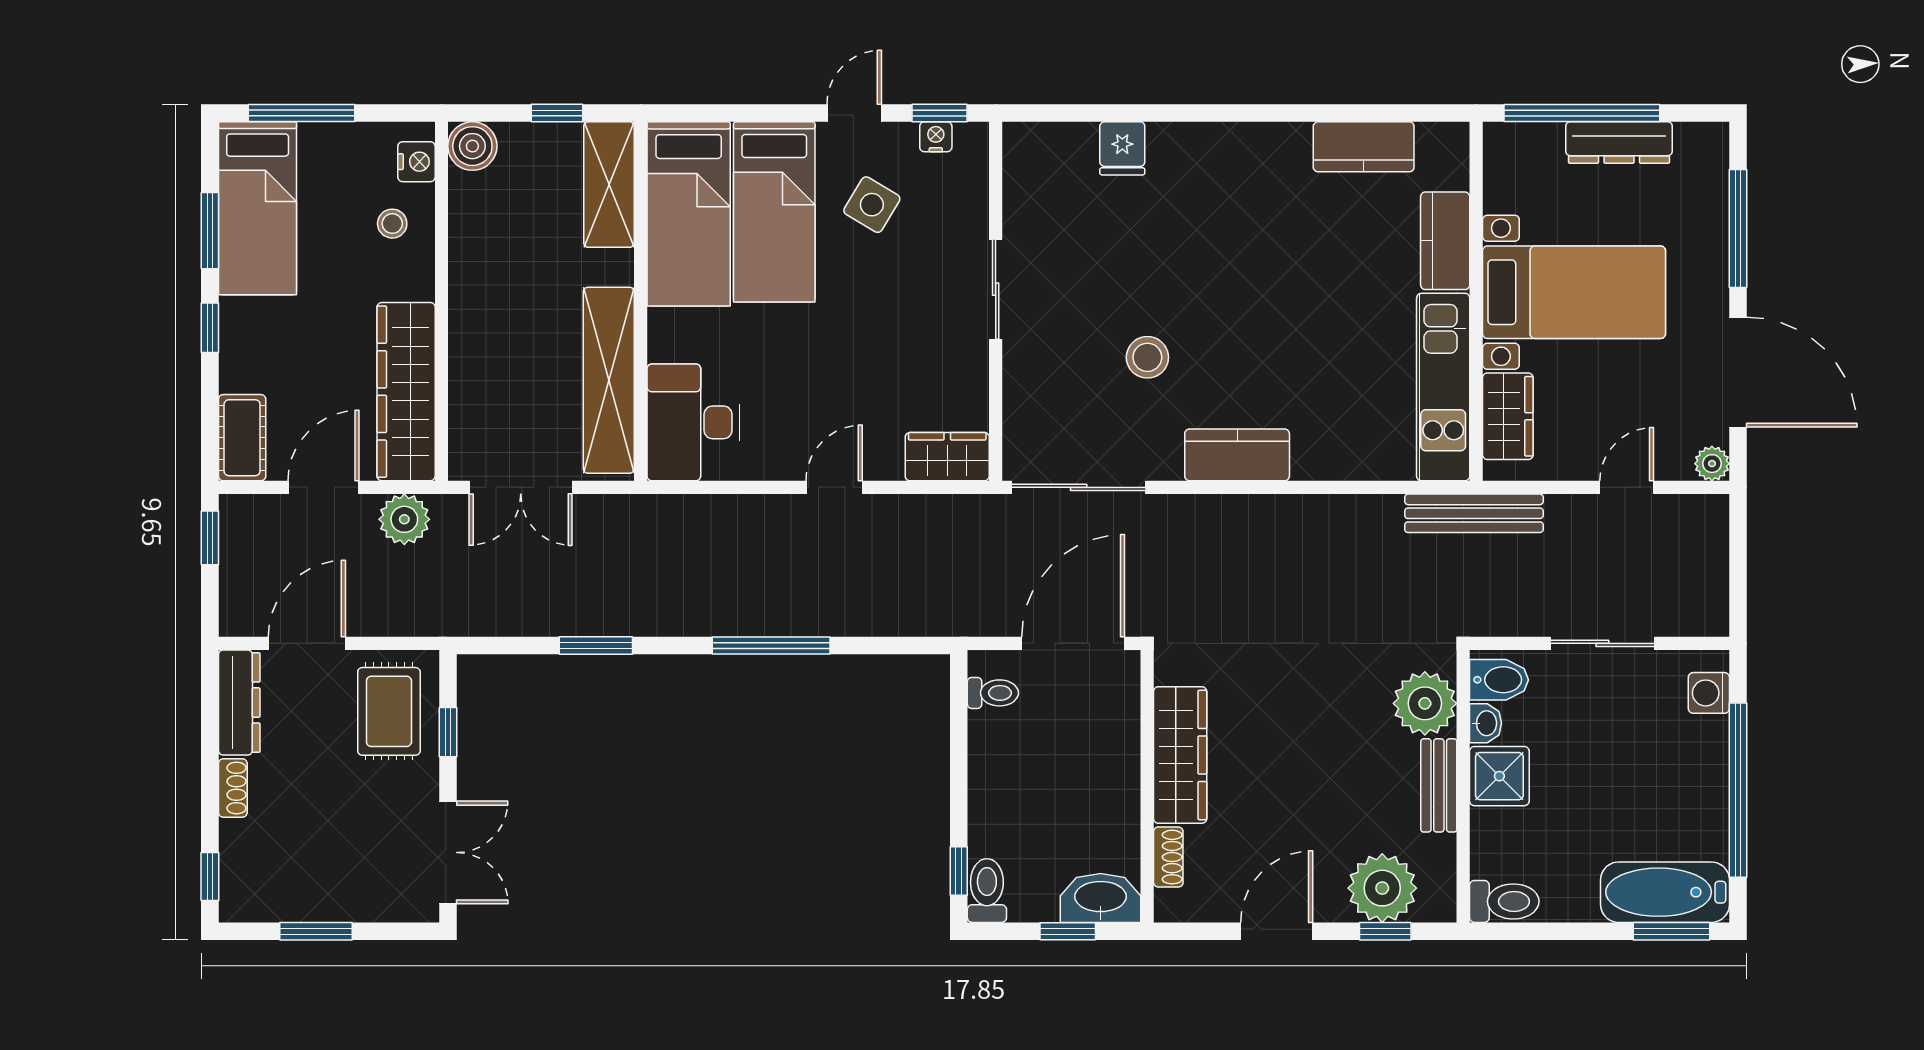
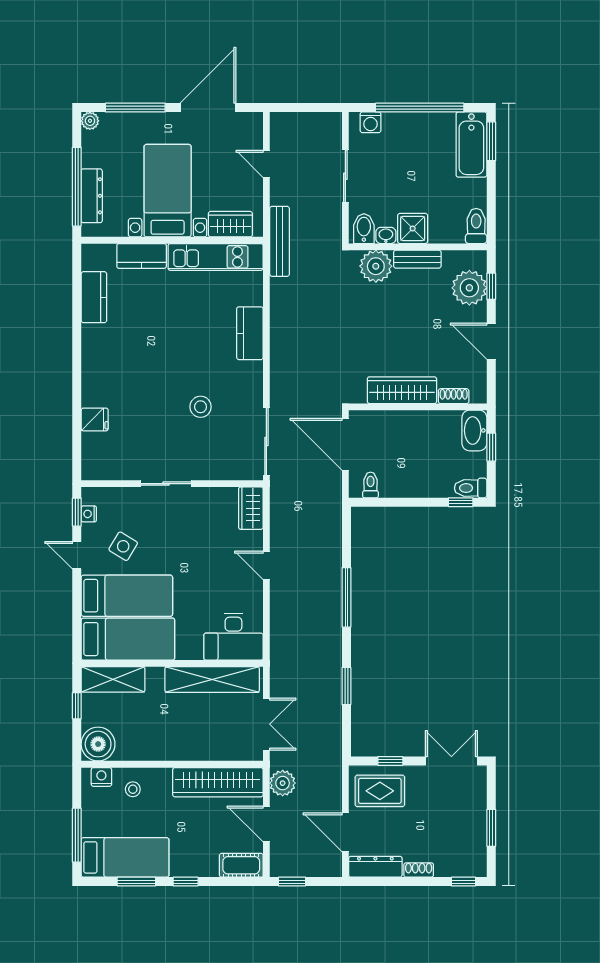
dresser: (1619, 142) -> (92, 196), moved
boiler: (472, 146) -> (98, 744), width x1.37, depth x1.37
kitchen counter: (1237, 455) -> (250, 333), moved
plant: (1712, 464) -> (90, 121), moved

